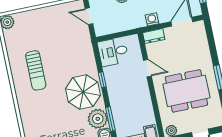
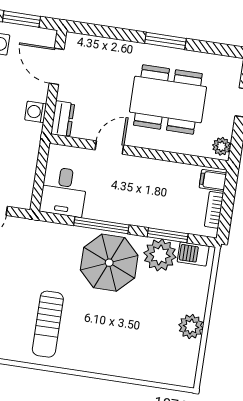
sun lounger: (36, 70) -> (48, 324), turned 90
window: (102, 80) -> (101, 225), width x2.17
dining table: (186, 91) -> (168, 99), turned 90

